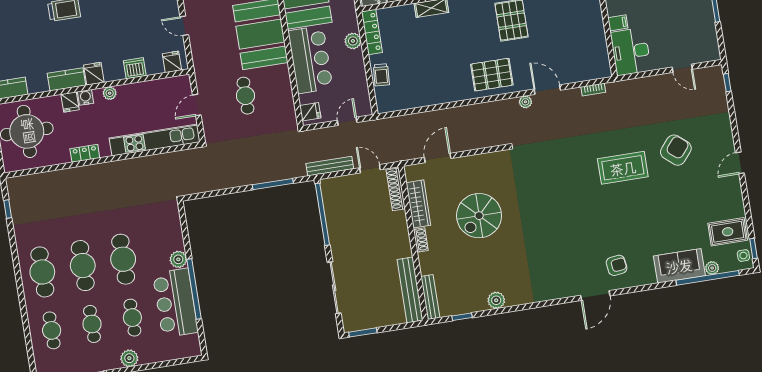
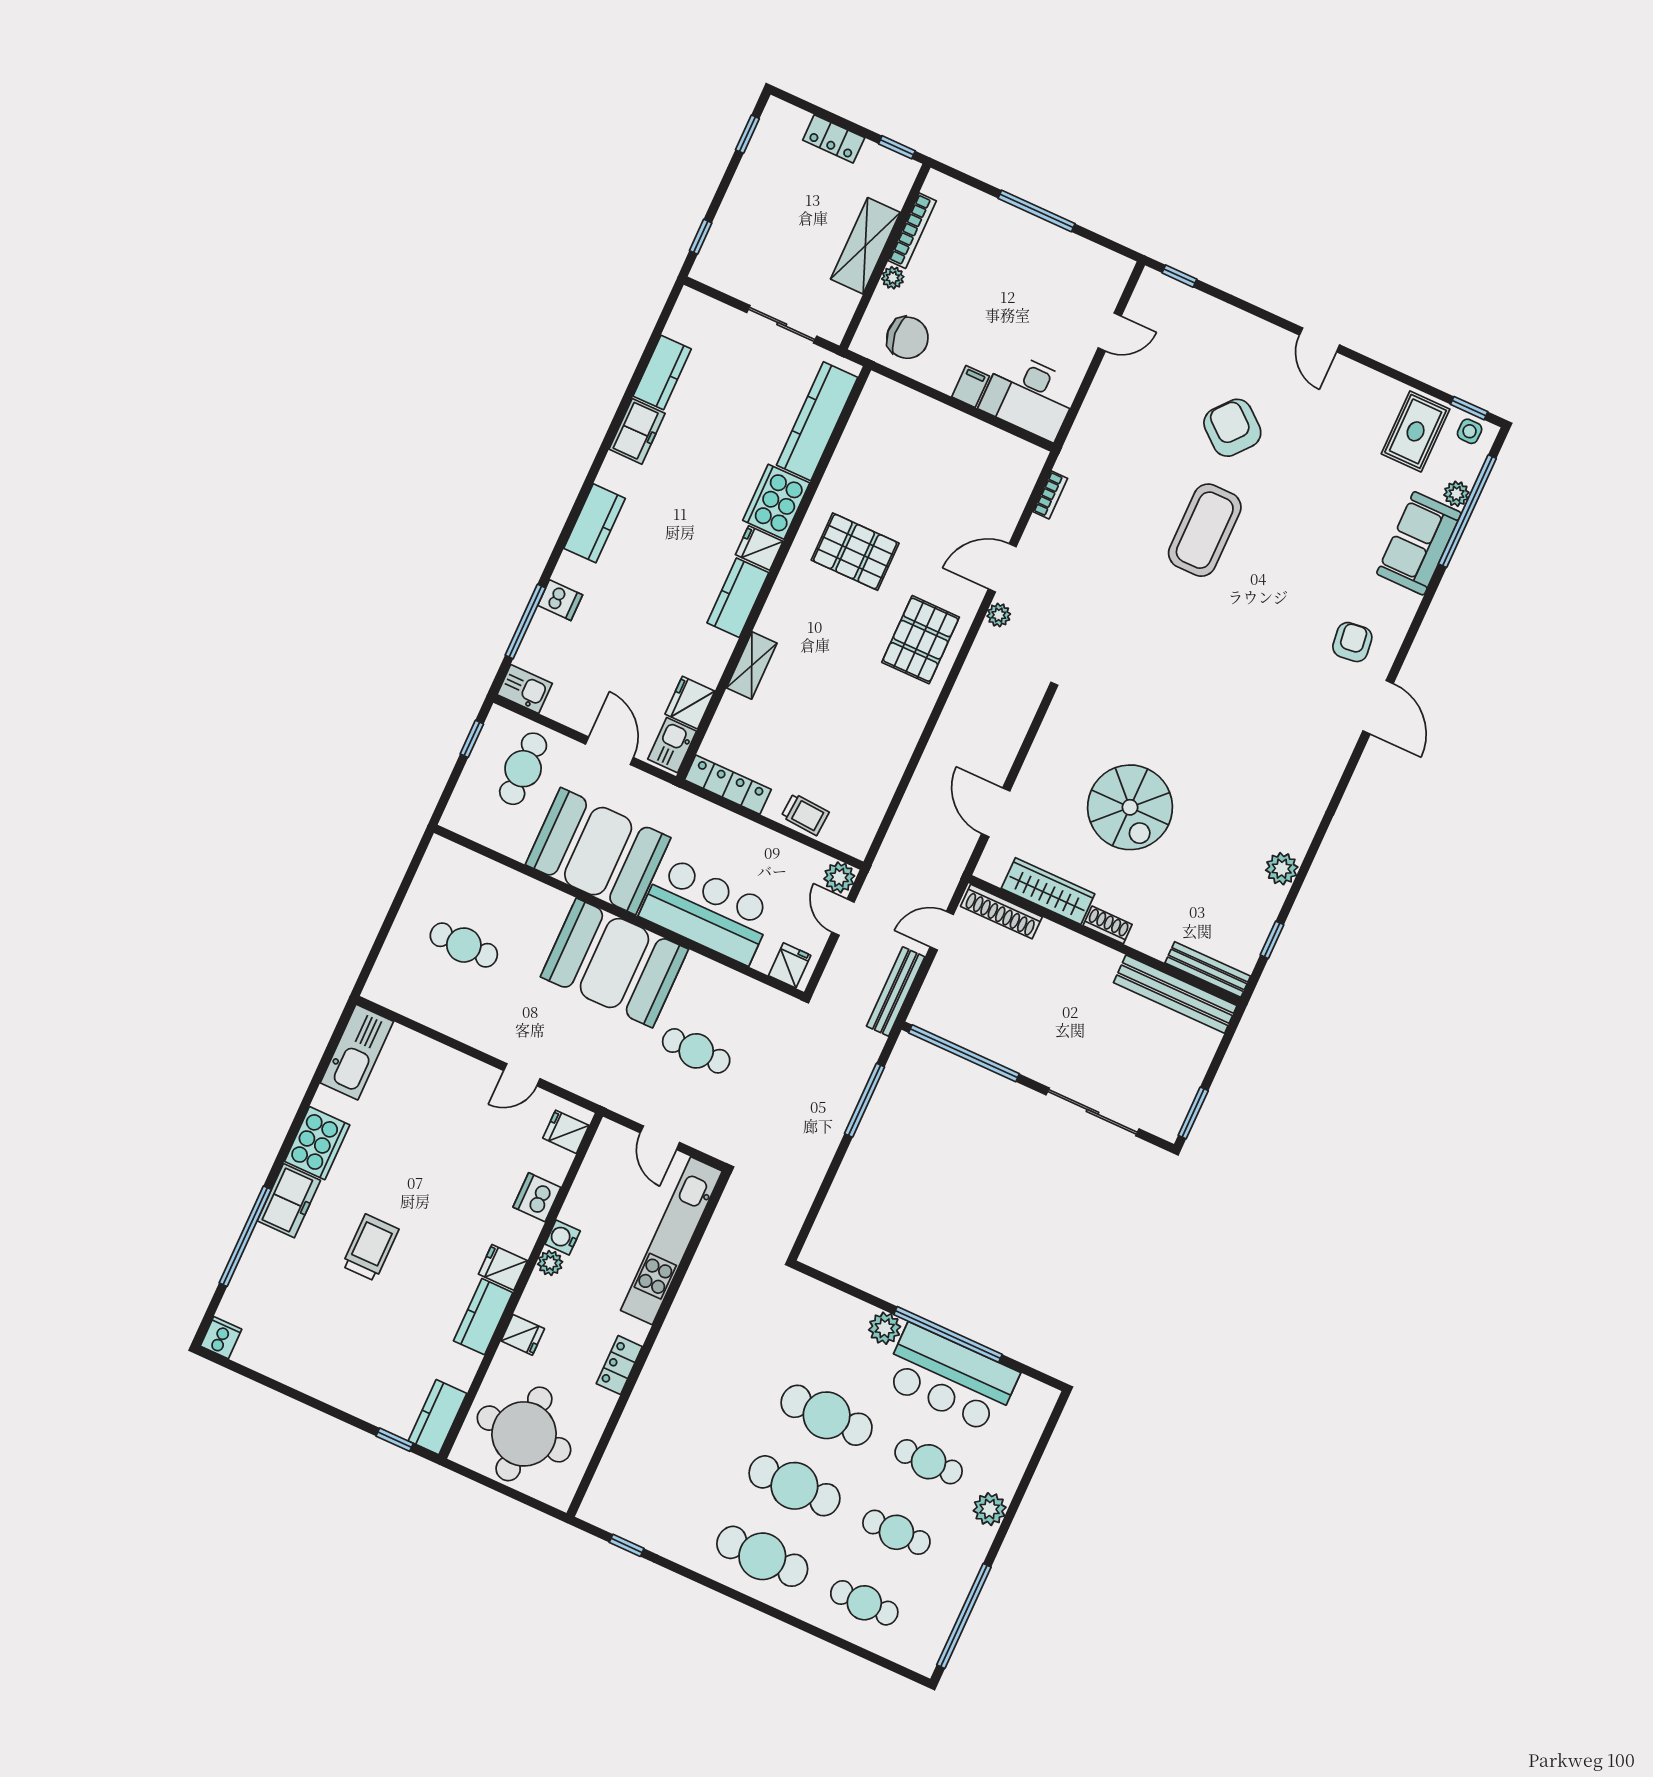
plant: (353, 41) -> (839, 877), moved
water cooler: (85, 97) -> (563, 1237), moved

